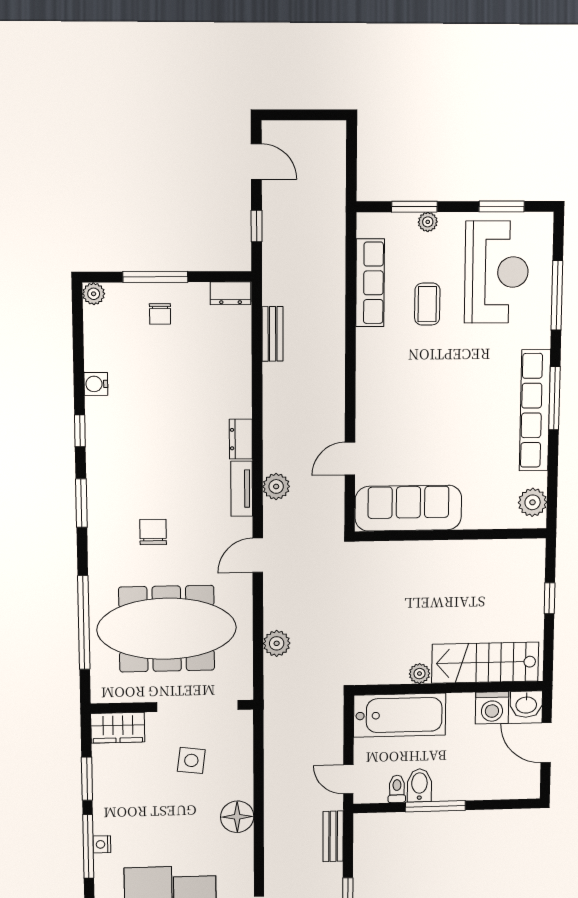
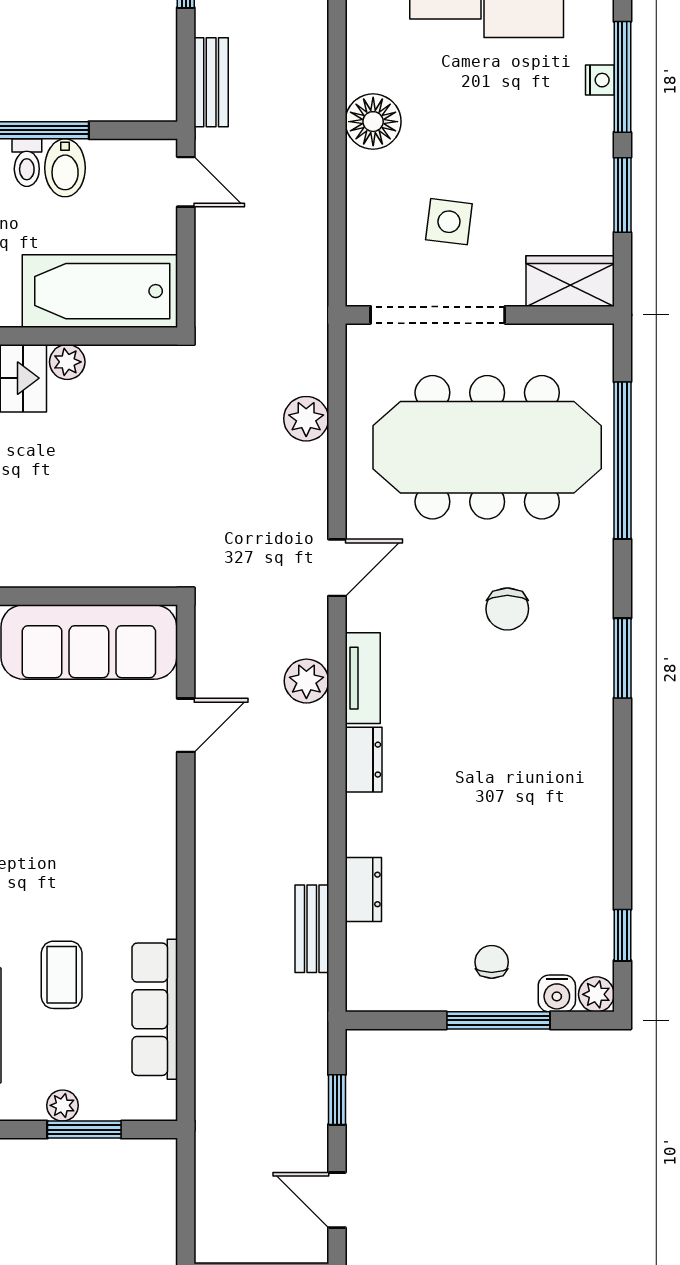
dresser: (230, 293) -> (363, 889), moved, turned 90
water cooler: (96, 384) -> (557, 993), moved, turned 90
window: (80, 431) -> (622, 935), moved
toilet: (397, 789) -> (27, 163), moved

